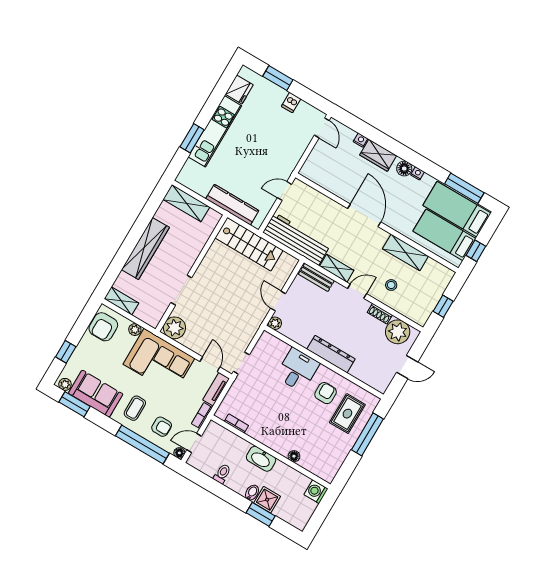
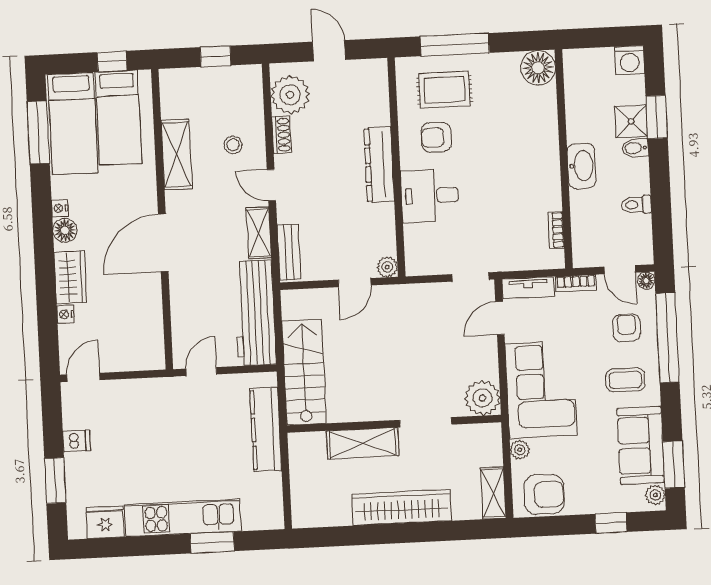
door: (284, 191) -> (201, 372), swing flipped
shelving: (186, 203) -> (363, 443), moved, turned 90
floor lamp: (294, 456) -> (538, 68), moved, width x1.89, depth x1.89
washing machine: (316, 492) -> (630, 60), moved

